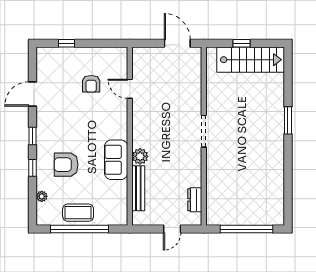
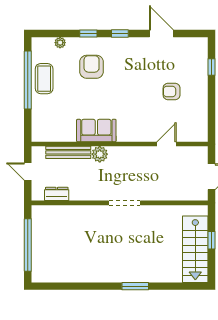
door: (130, 89) -> (167, 144), moved
wall: (130, 136) -> (120, 144), moved
plant: (140, 156) -> (100, 154), moved
sofa: (116, 160) -> (96, 131), moved
bench: (138, 188) -> (68, 152), moved

